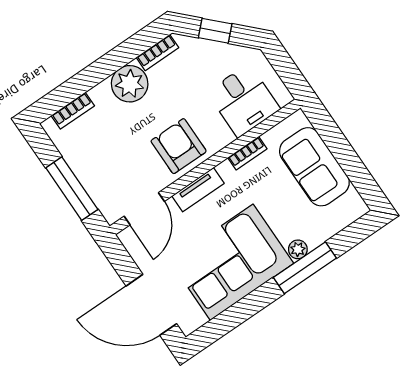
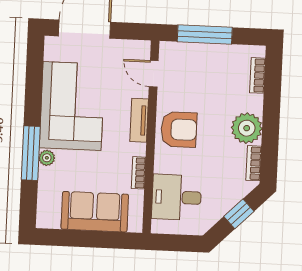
door: (144, 209) -> (154, 74), width x0.73

